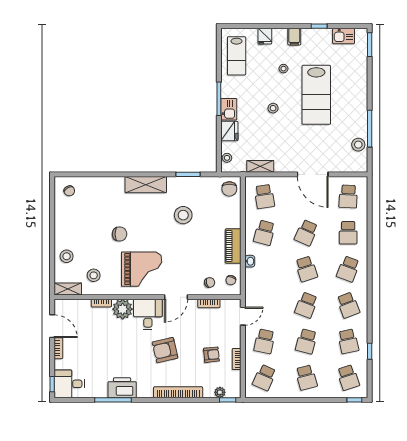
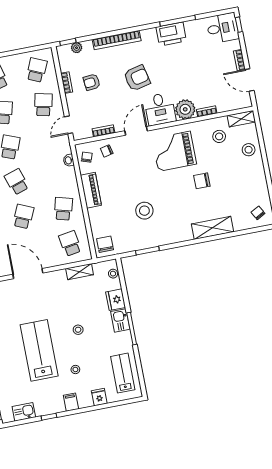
shelving: (146, 185) -> (213, 228), moved
washbasin: (250, 261) -> (69, 160), moved

